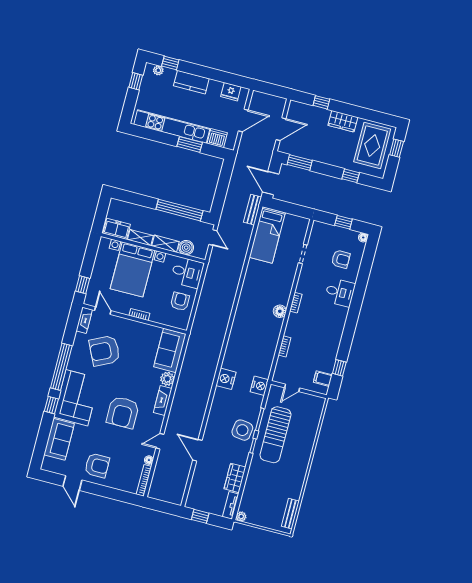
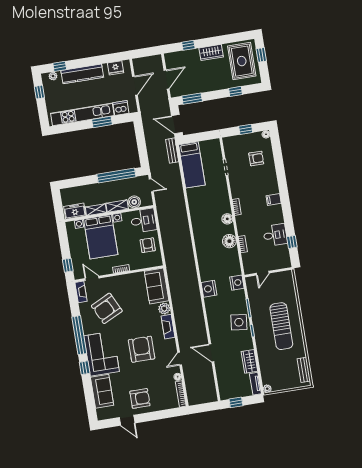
kitchen counter: (191, 82) -> (82, 74), width x1.50
desk: (340, 292) -> (275, 235), moved
floor lamp: (271, 337) -> (229, 241), added
filing cabinet: (323, 379) -> (274, 200), moved
armchair: (123, 412) -> (142, 349), turned 180
sun lounger: (275, 435) -> (281, 326), moved

